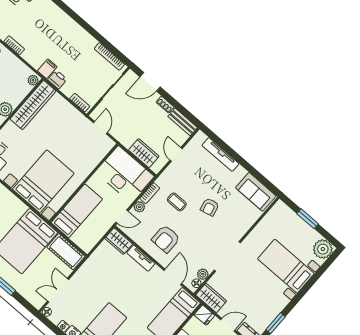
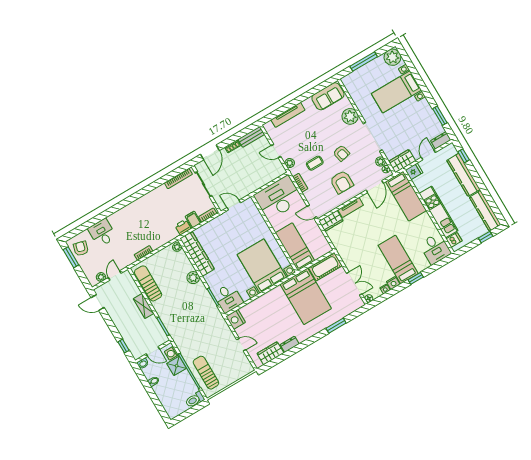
filing cabinet: (47, 69) -> (193, 220), moved
wardrobe: (144, 153) -> (266, 177), removed
plant: (139, 207) -> (290, 163), moved
armchair: (210, 207) -> (341, 153), moved
door: (122, 217) -> (312, 212), swing flipped
window: (308, 219) -> (364, 61), width x1.44
plant: (242, 224) -> (350, 116), added
door: (173, 277) -> (375, 187), swing flipped
double door: (58, 290) -> (354, 284), swing flipped

